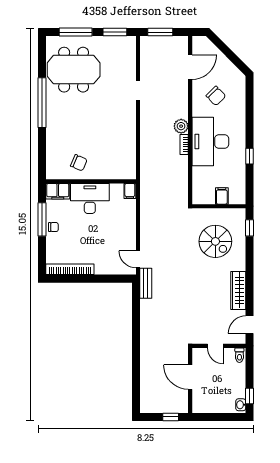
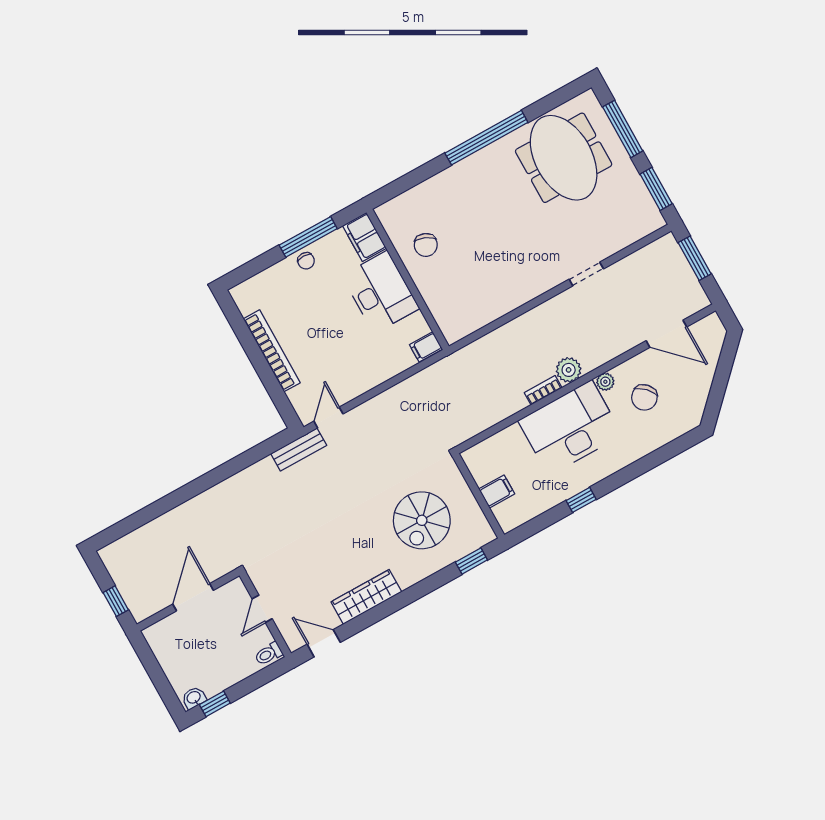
plant: (197, 111) -> (605, 382), added
bookcase: (70, 269) -> (272, 351), moved

